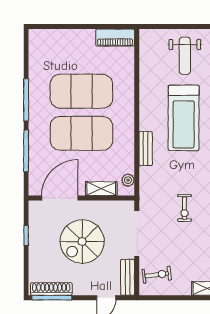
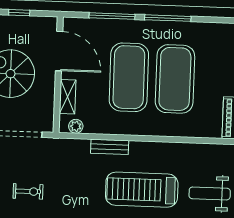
exercise bike: (185, 208) -> (28, 191), moved, turned 180

